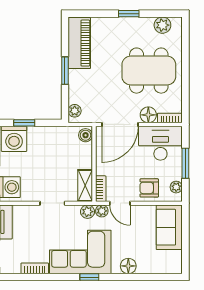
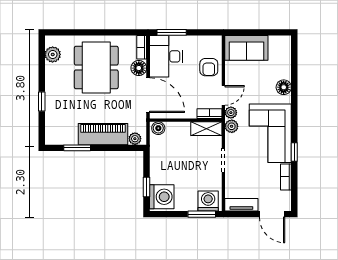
window: (129, 14) -> (42, 101), moved
piano: (79, 43) -> (103, 134), moved
window: (65, 71) -> (77, 148), moved
window: (185, 163) -> (172, 32), moved
plant: (176, 187) -> (208, 41), removed
window: (89, 277) -> (294, 152), moved

